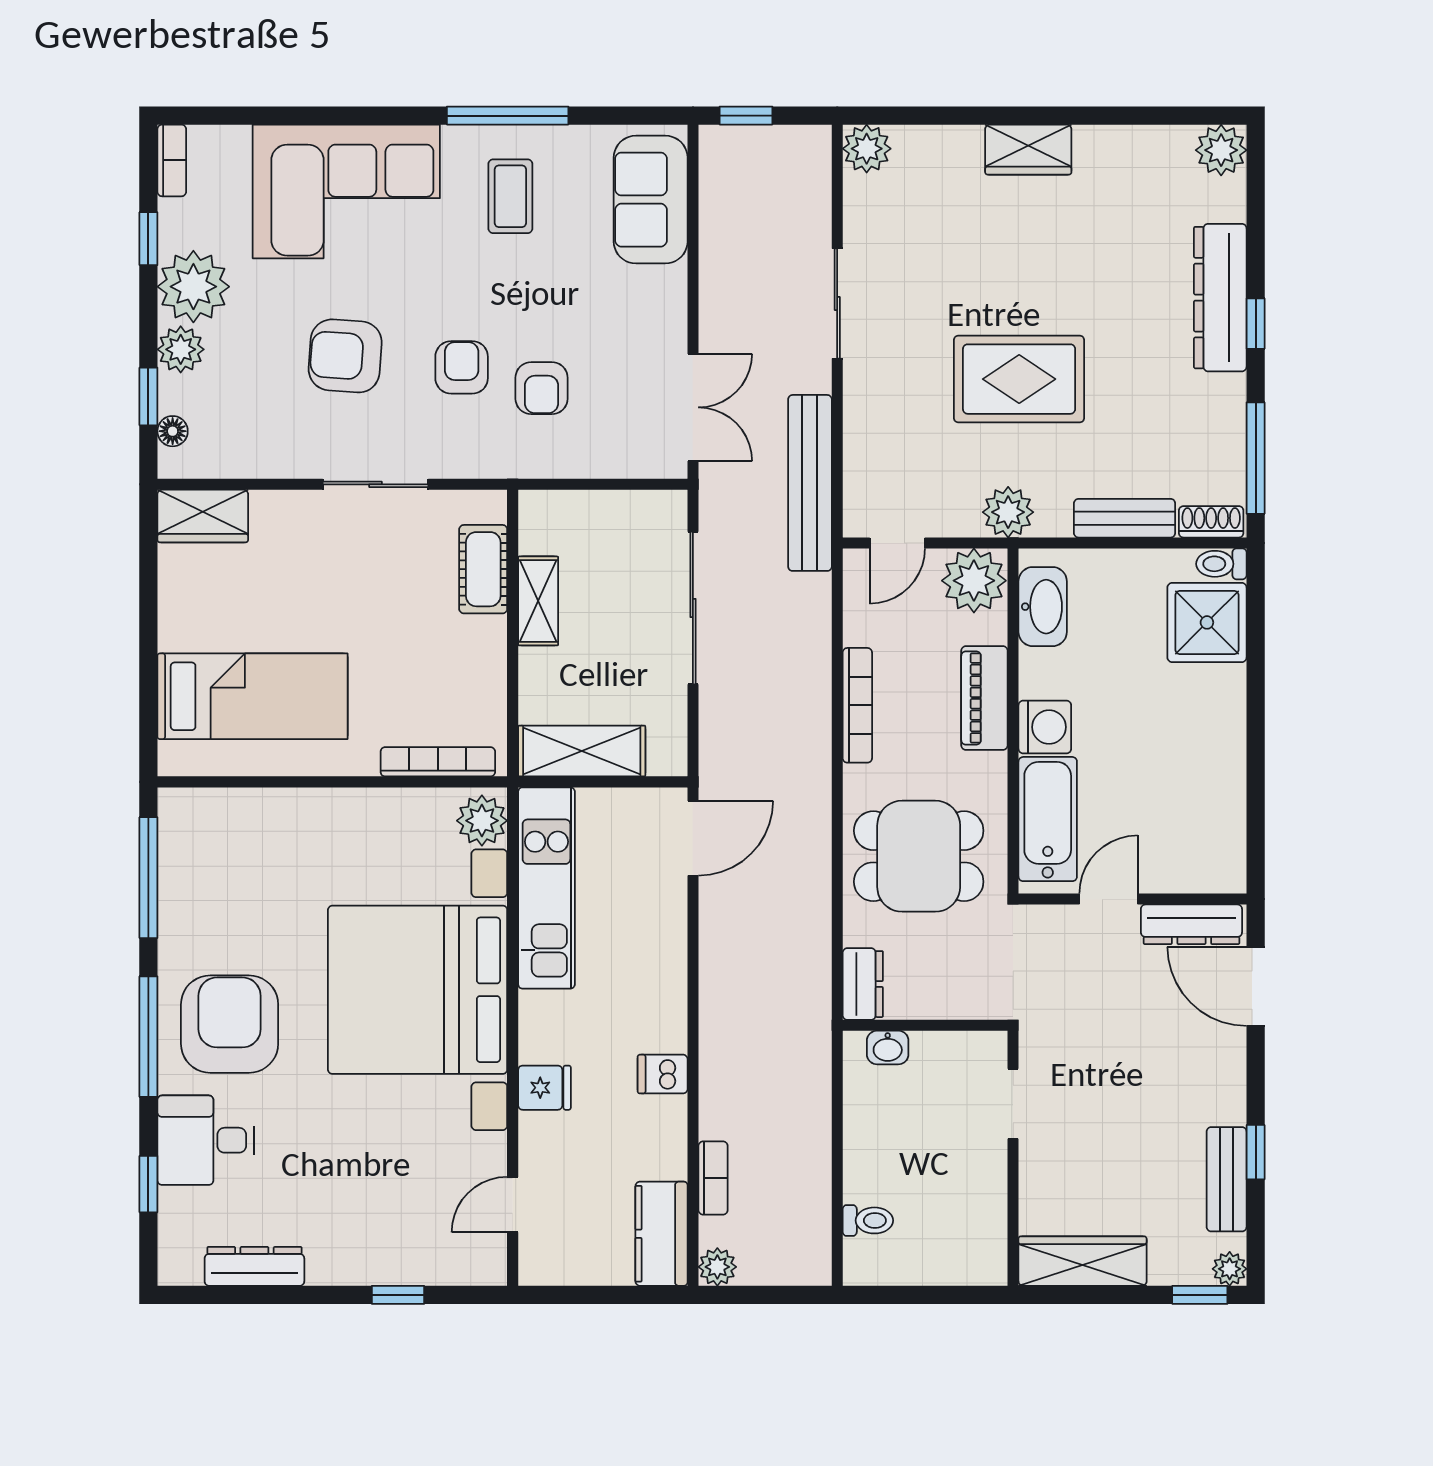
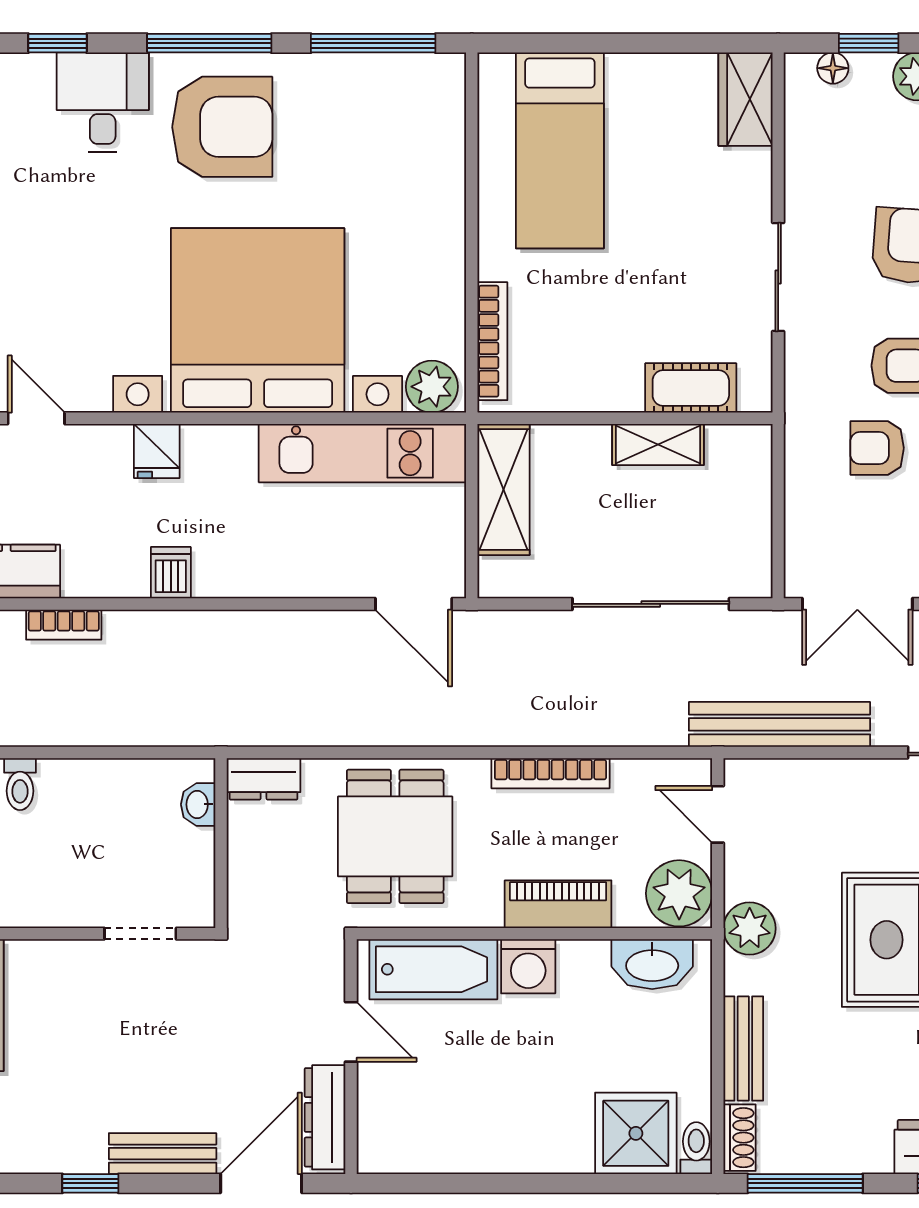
bench: (1227, 1179) -> (163, 1154), moved

